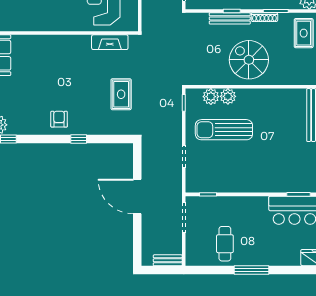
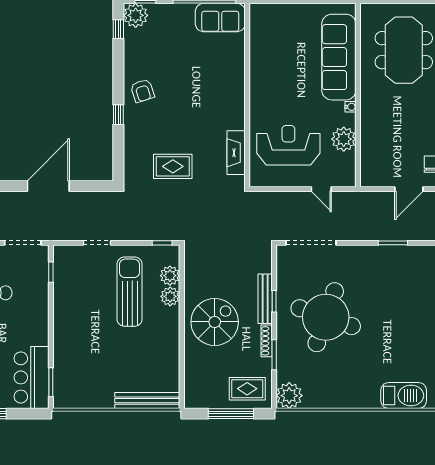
armchair: (59, 119) -> (142, 91), turned 72

